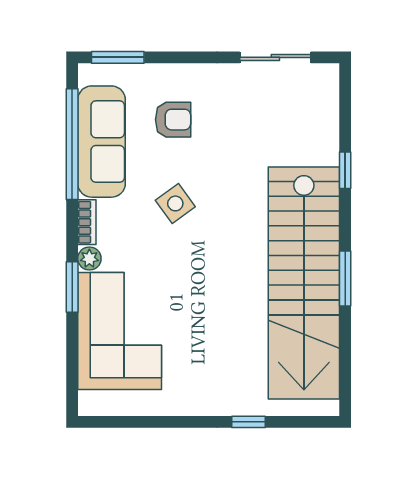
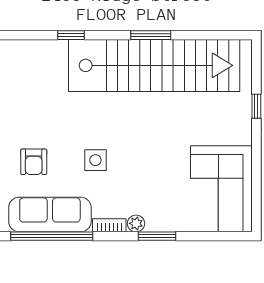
armchair: (173, 120) -> (34, 162), turned 180
side table: (175, 203) -> (95, 160), turned 36
corner sofa: (120, 331) -> (221, 189), moved, turned -90

